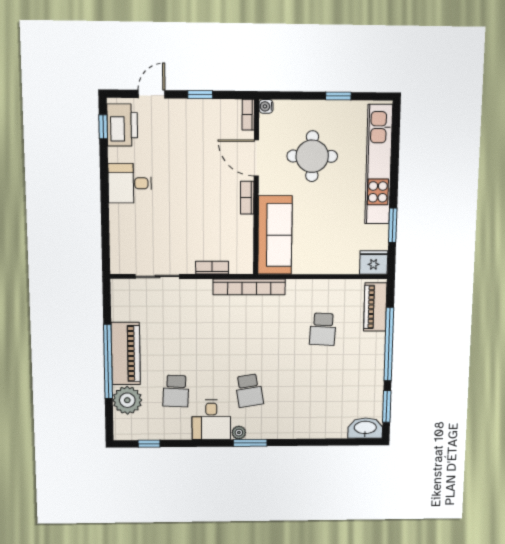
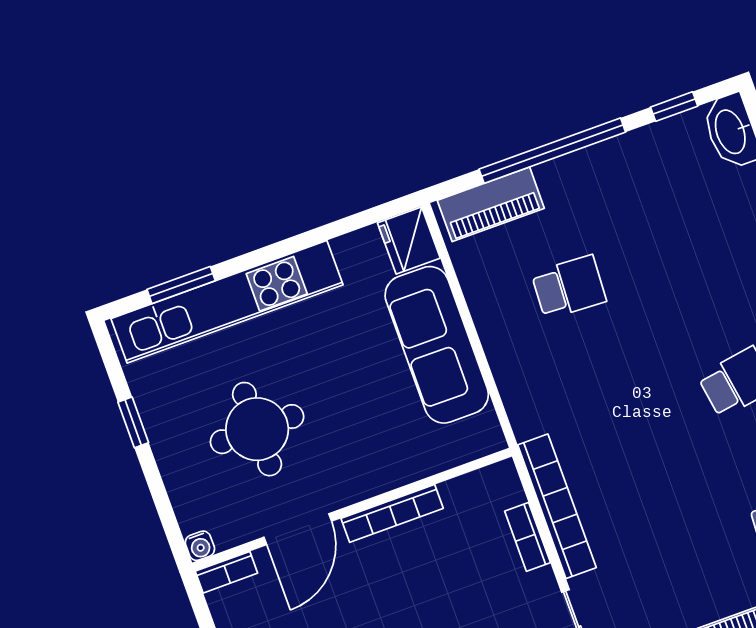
bookcase: (247, 198) -> (392, 513), width x1.56
window: (393, 225) -> (181, 285), moved
sofa: (275, 235) -> (437, 345), moved, turned -90
bookcase: (249, 287) -> (557, 506), moved
window: (387, 406) -> (674, 107), width x0.67

